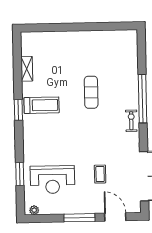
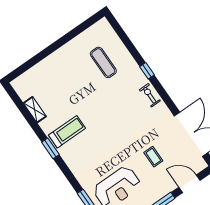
exercise mat: (91, 92) -> (103, 62), moved
window: (143, 99) -> (147, 71), width x0.32

